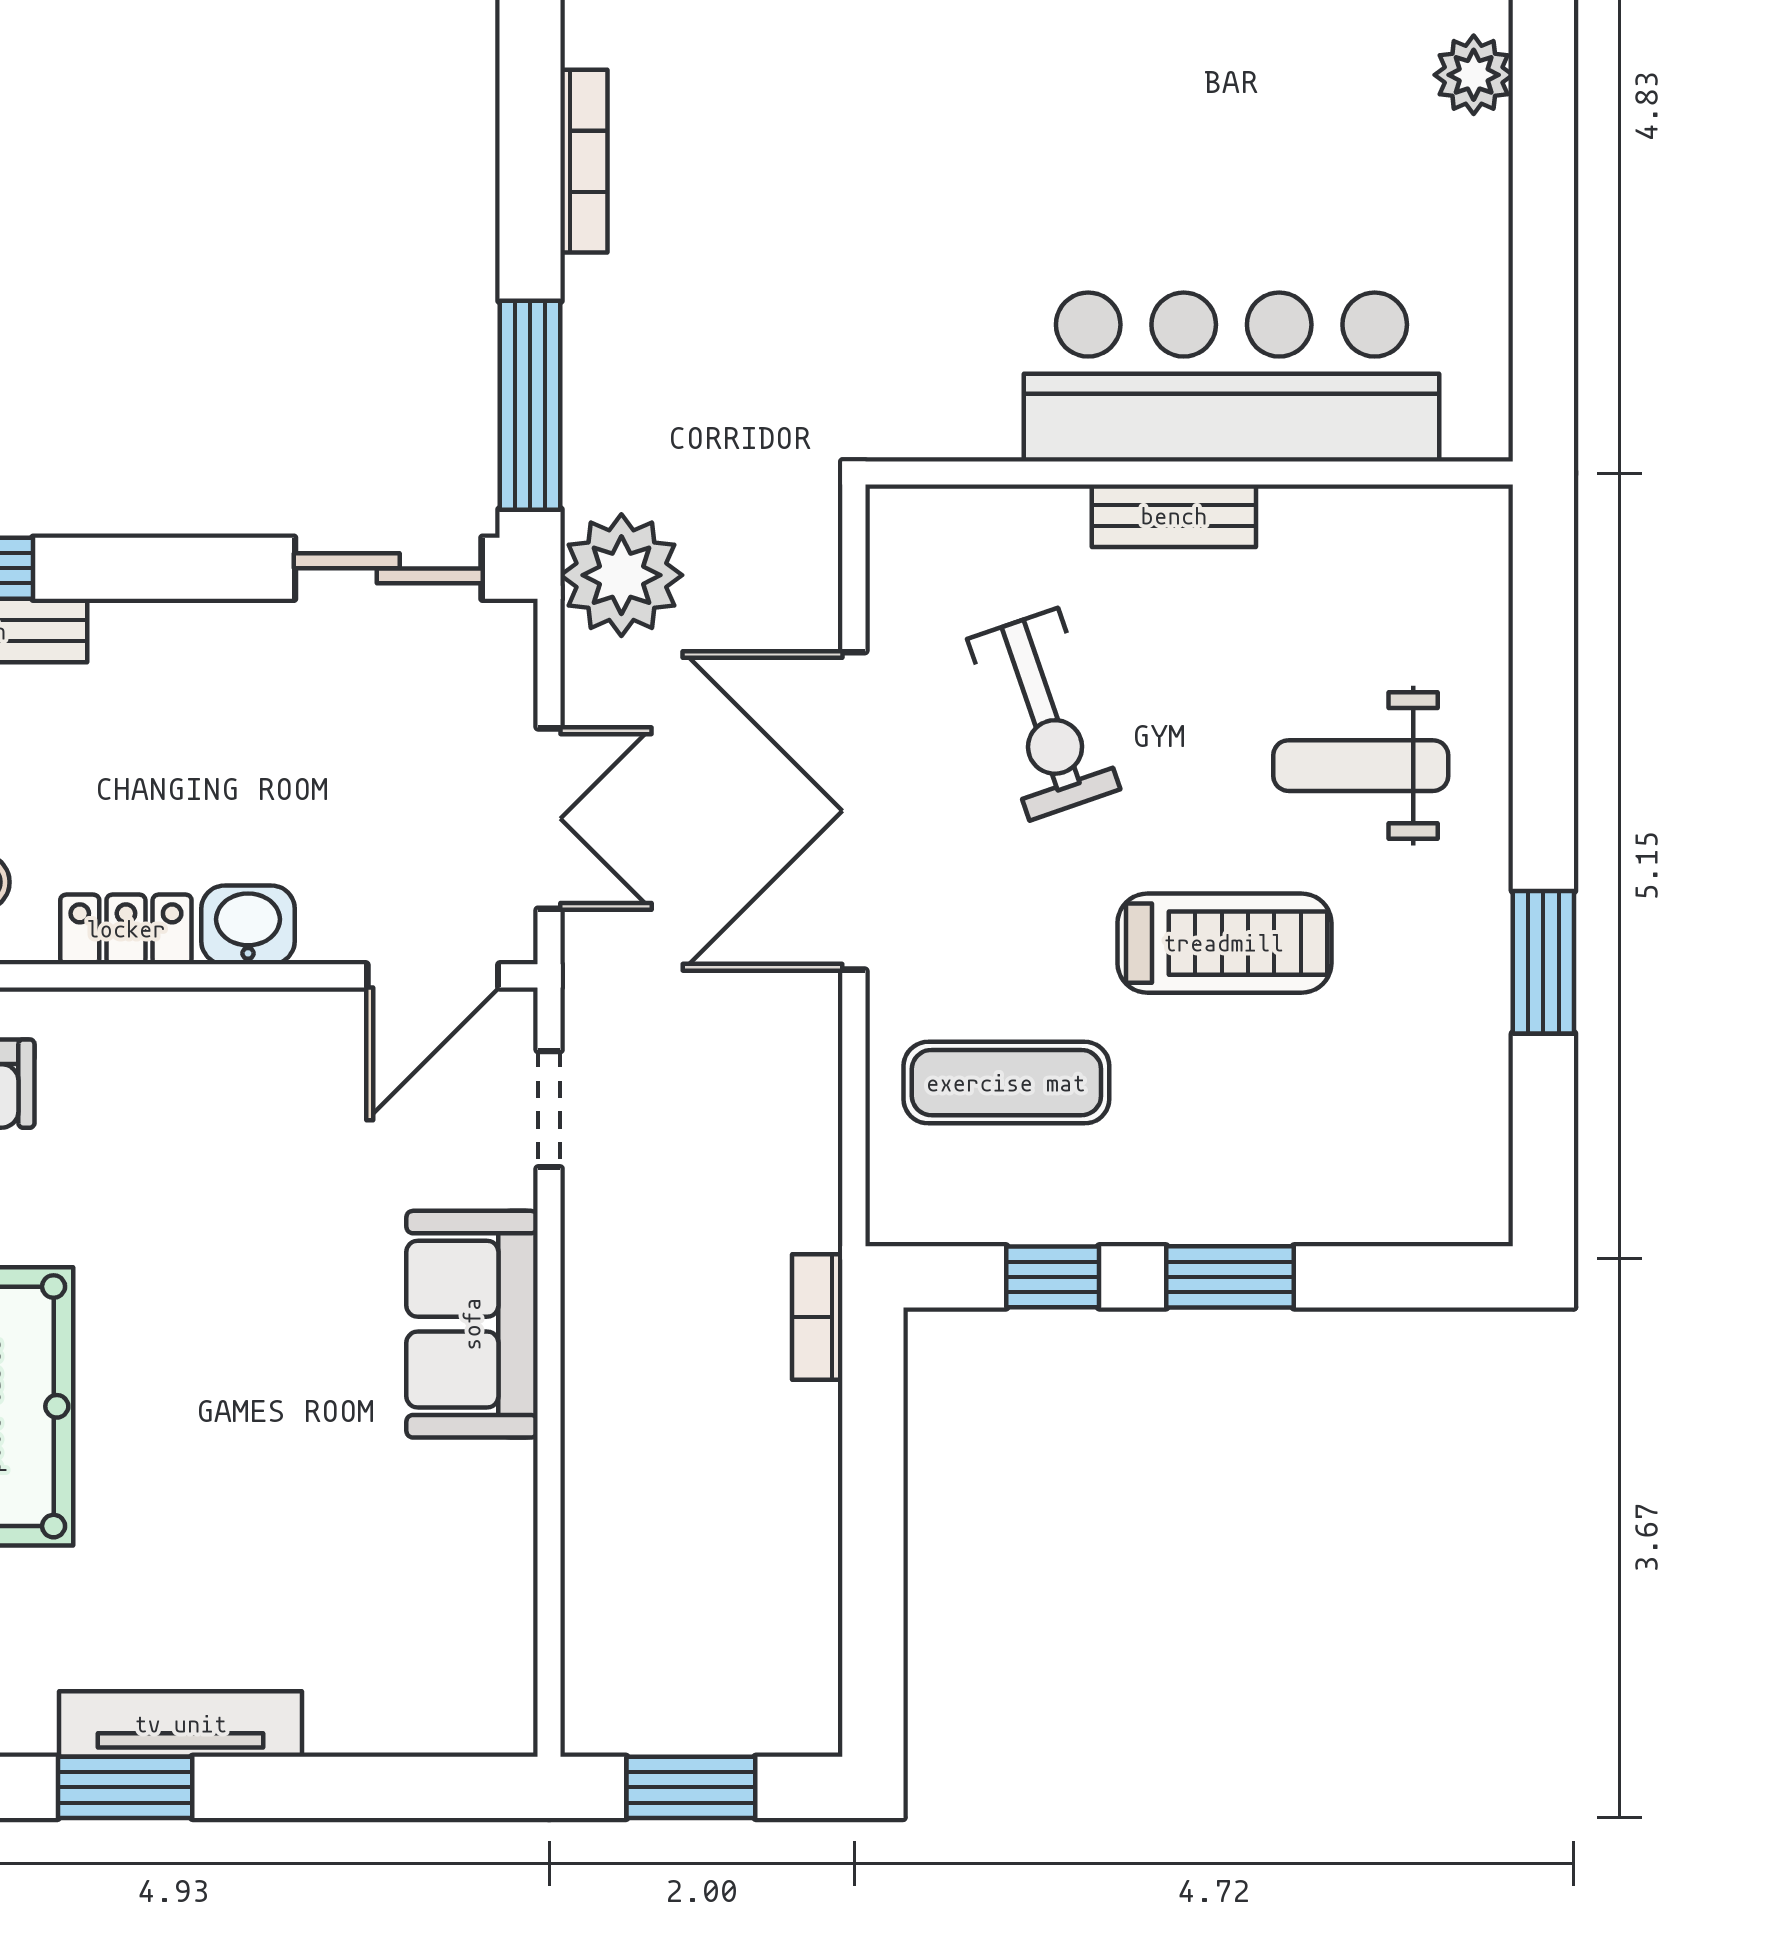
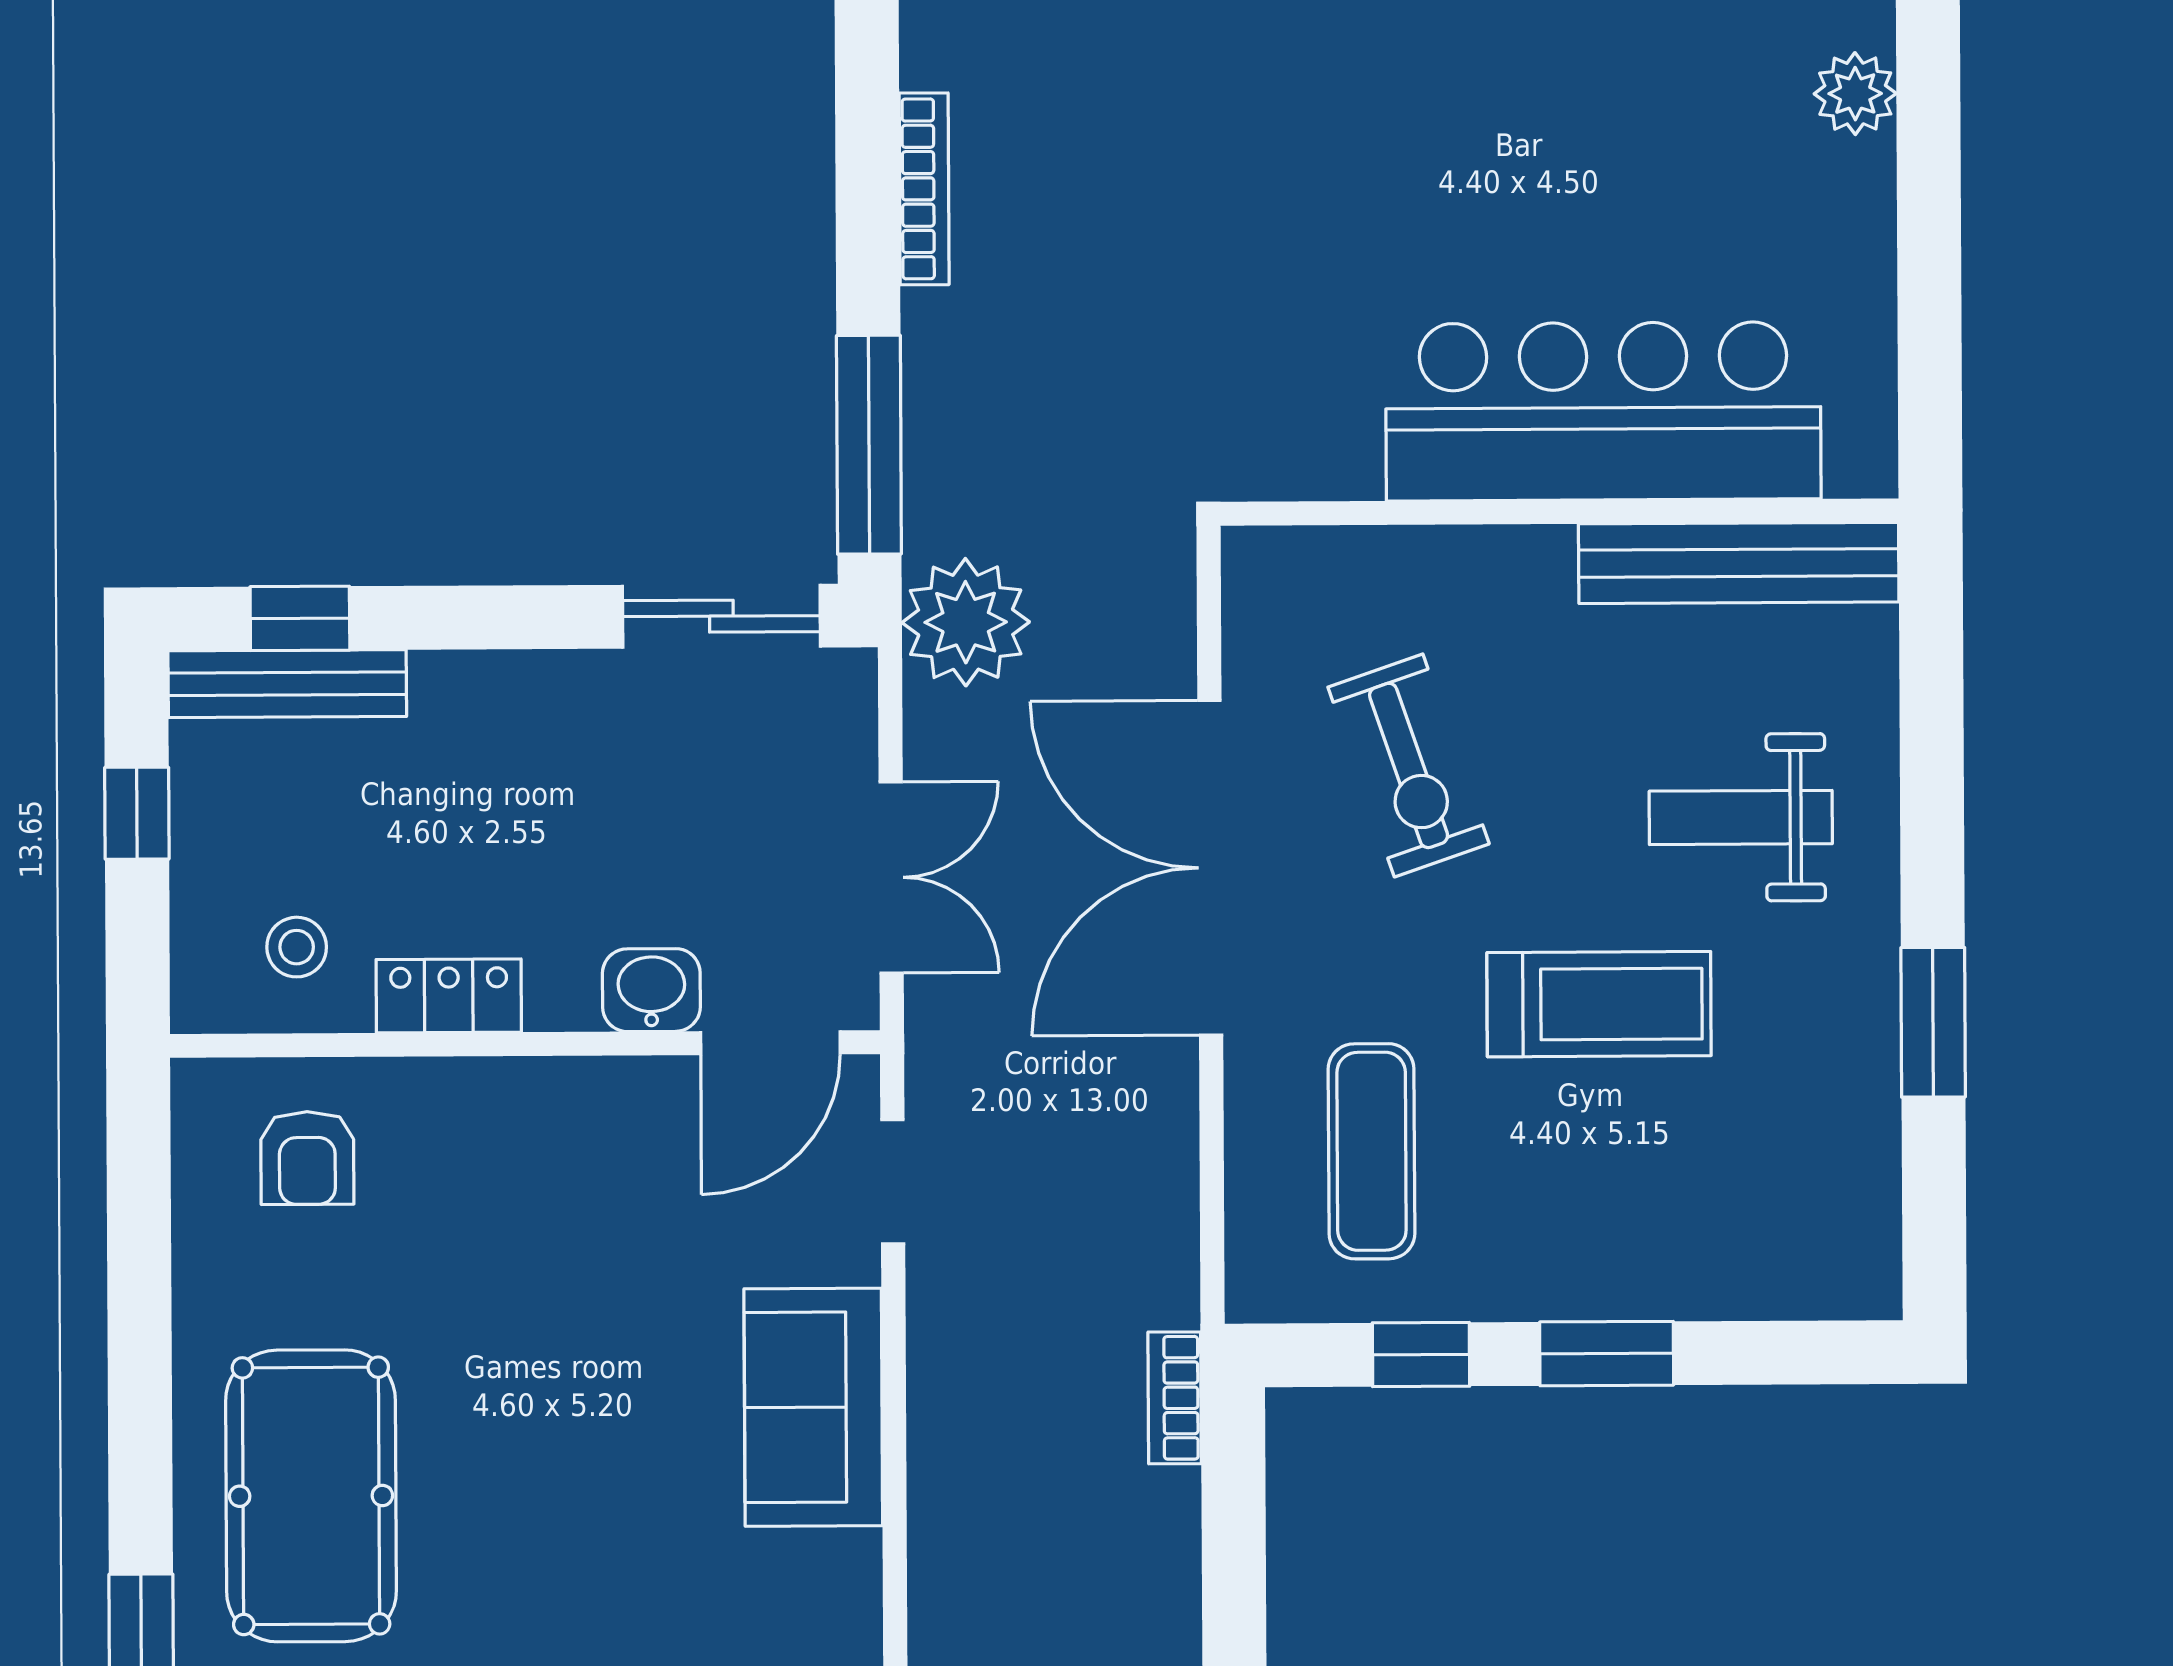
bench: (1174, 516) -> (1739, 563), moved, width x1.86, depth x1.21
washbasin: (248, 925) -> (651, 990), moved
exercise mat: (1006, 1083) -> (1372, 1151), turned 90

